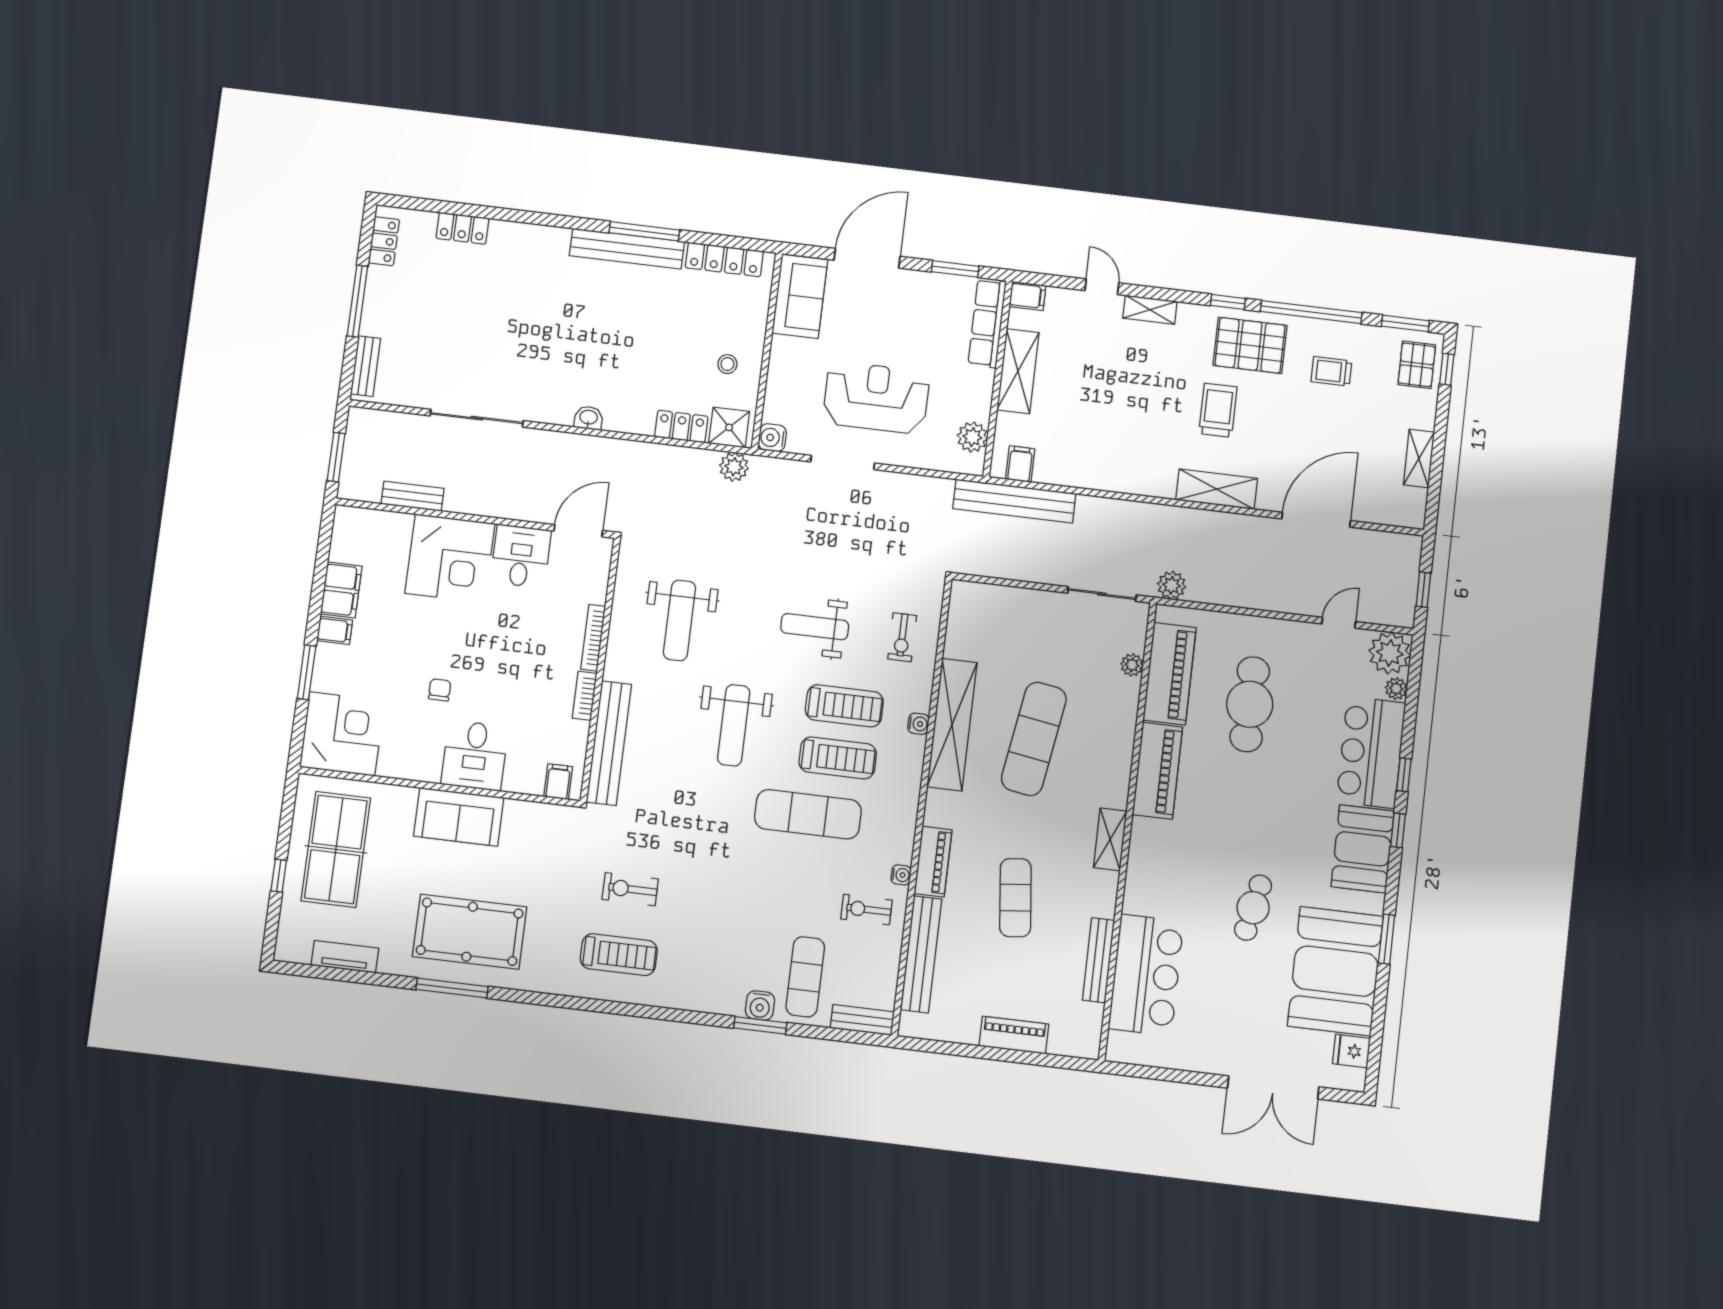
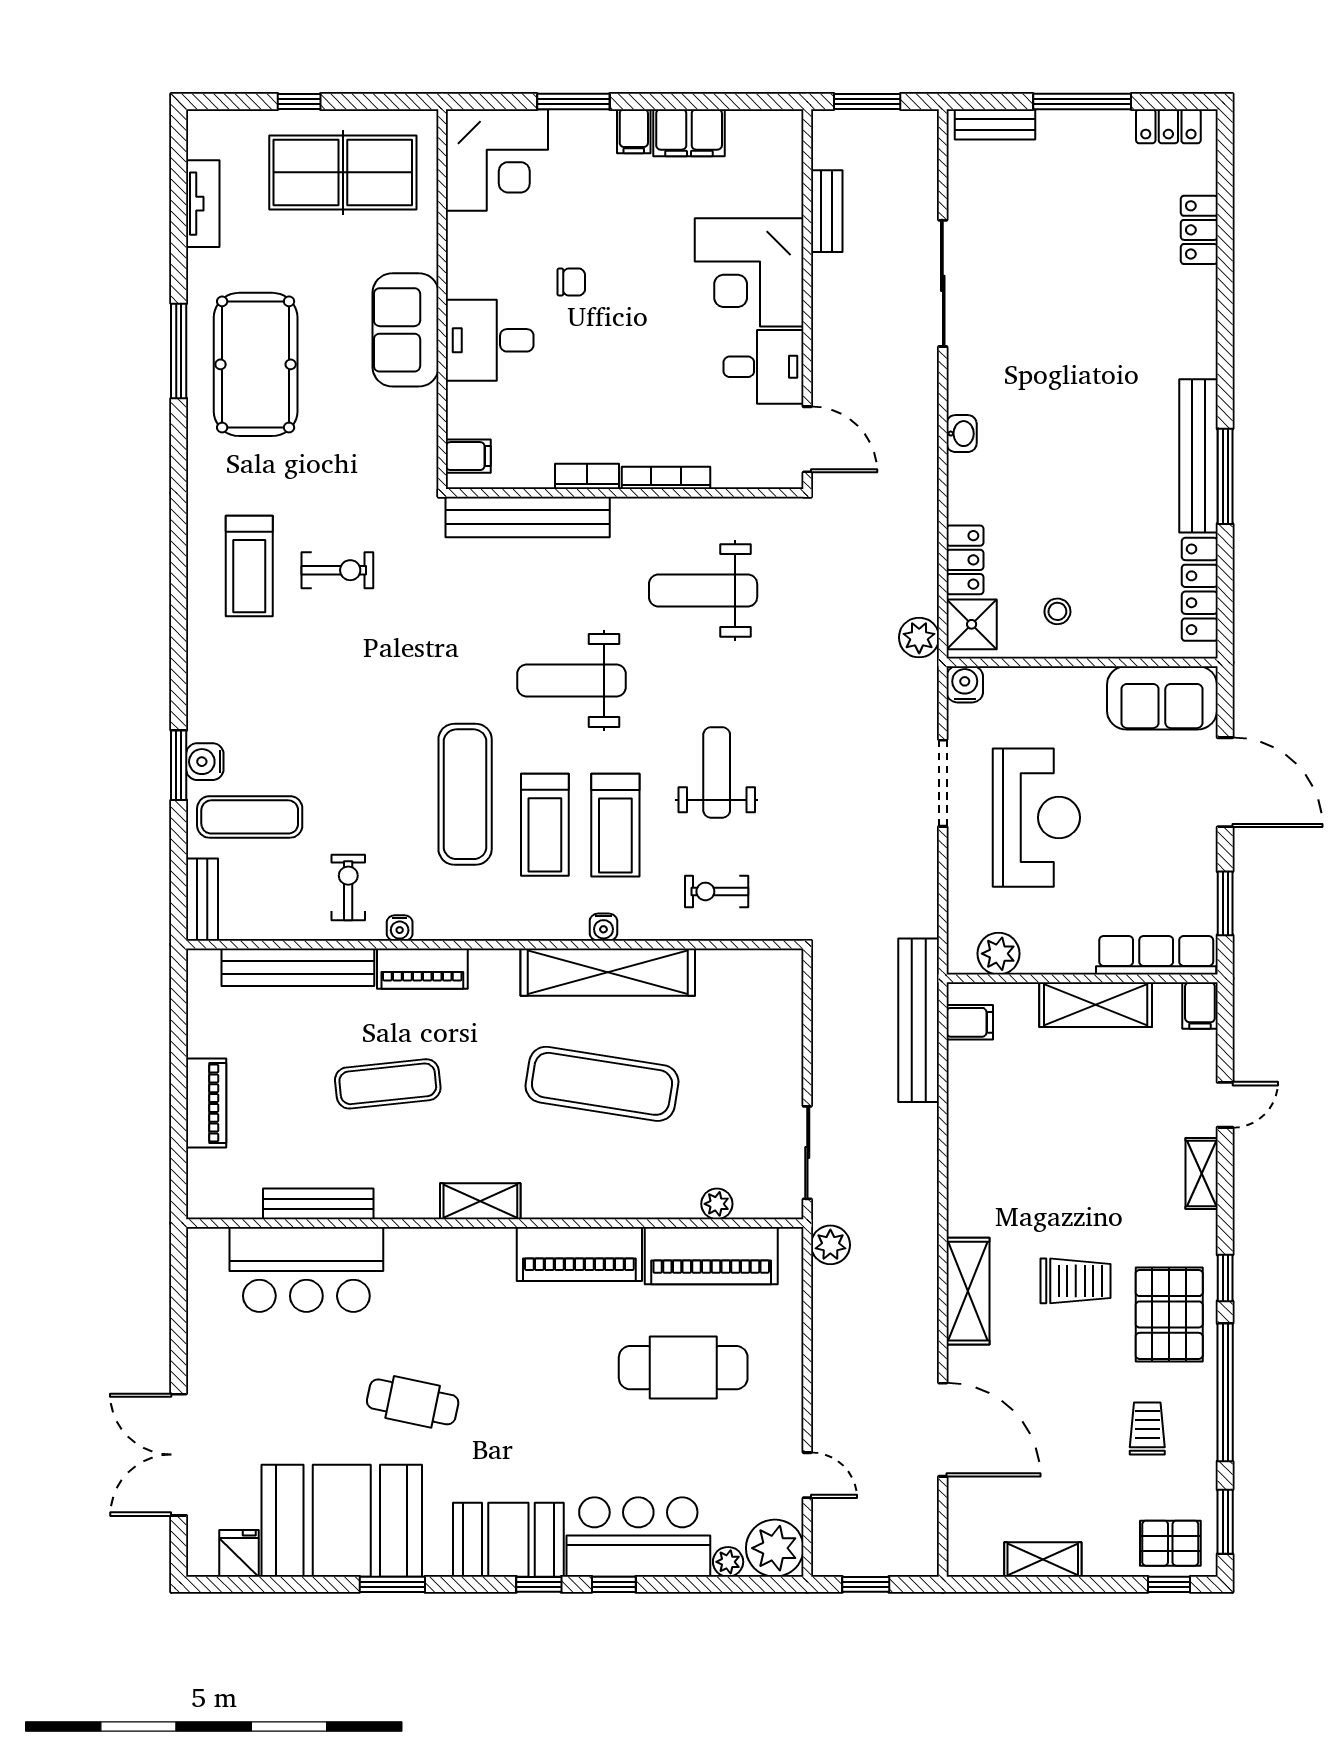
exercise bike: (630, 889) -> (337, 570), turned 90

